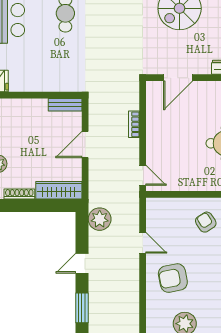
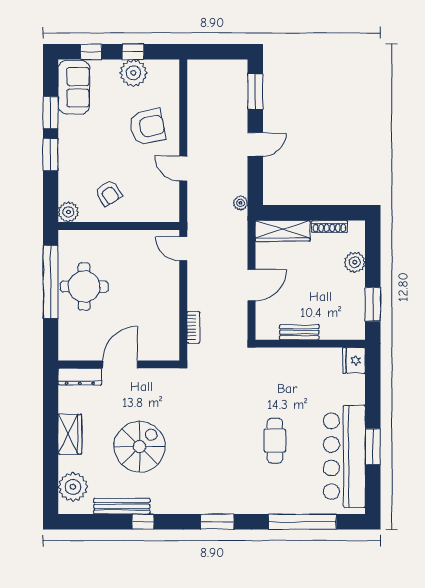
door: (178, 78) -> (120, 364), moved
bench: (65, 105) -> (299, 332), moved
bookcase: (134, 124) -> (193, 327), moved
plant: (100, 219) -> (241, 203), width x0.53, depth x0.53

